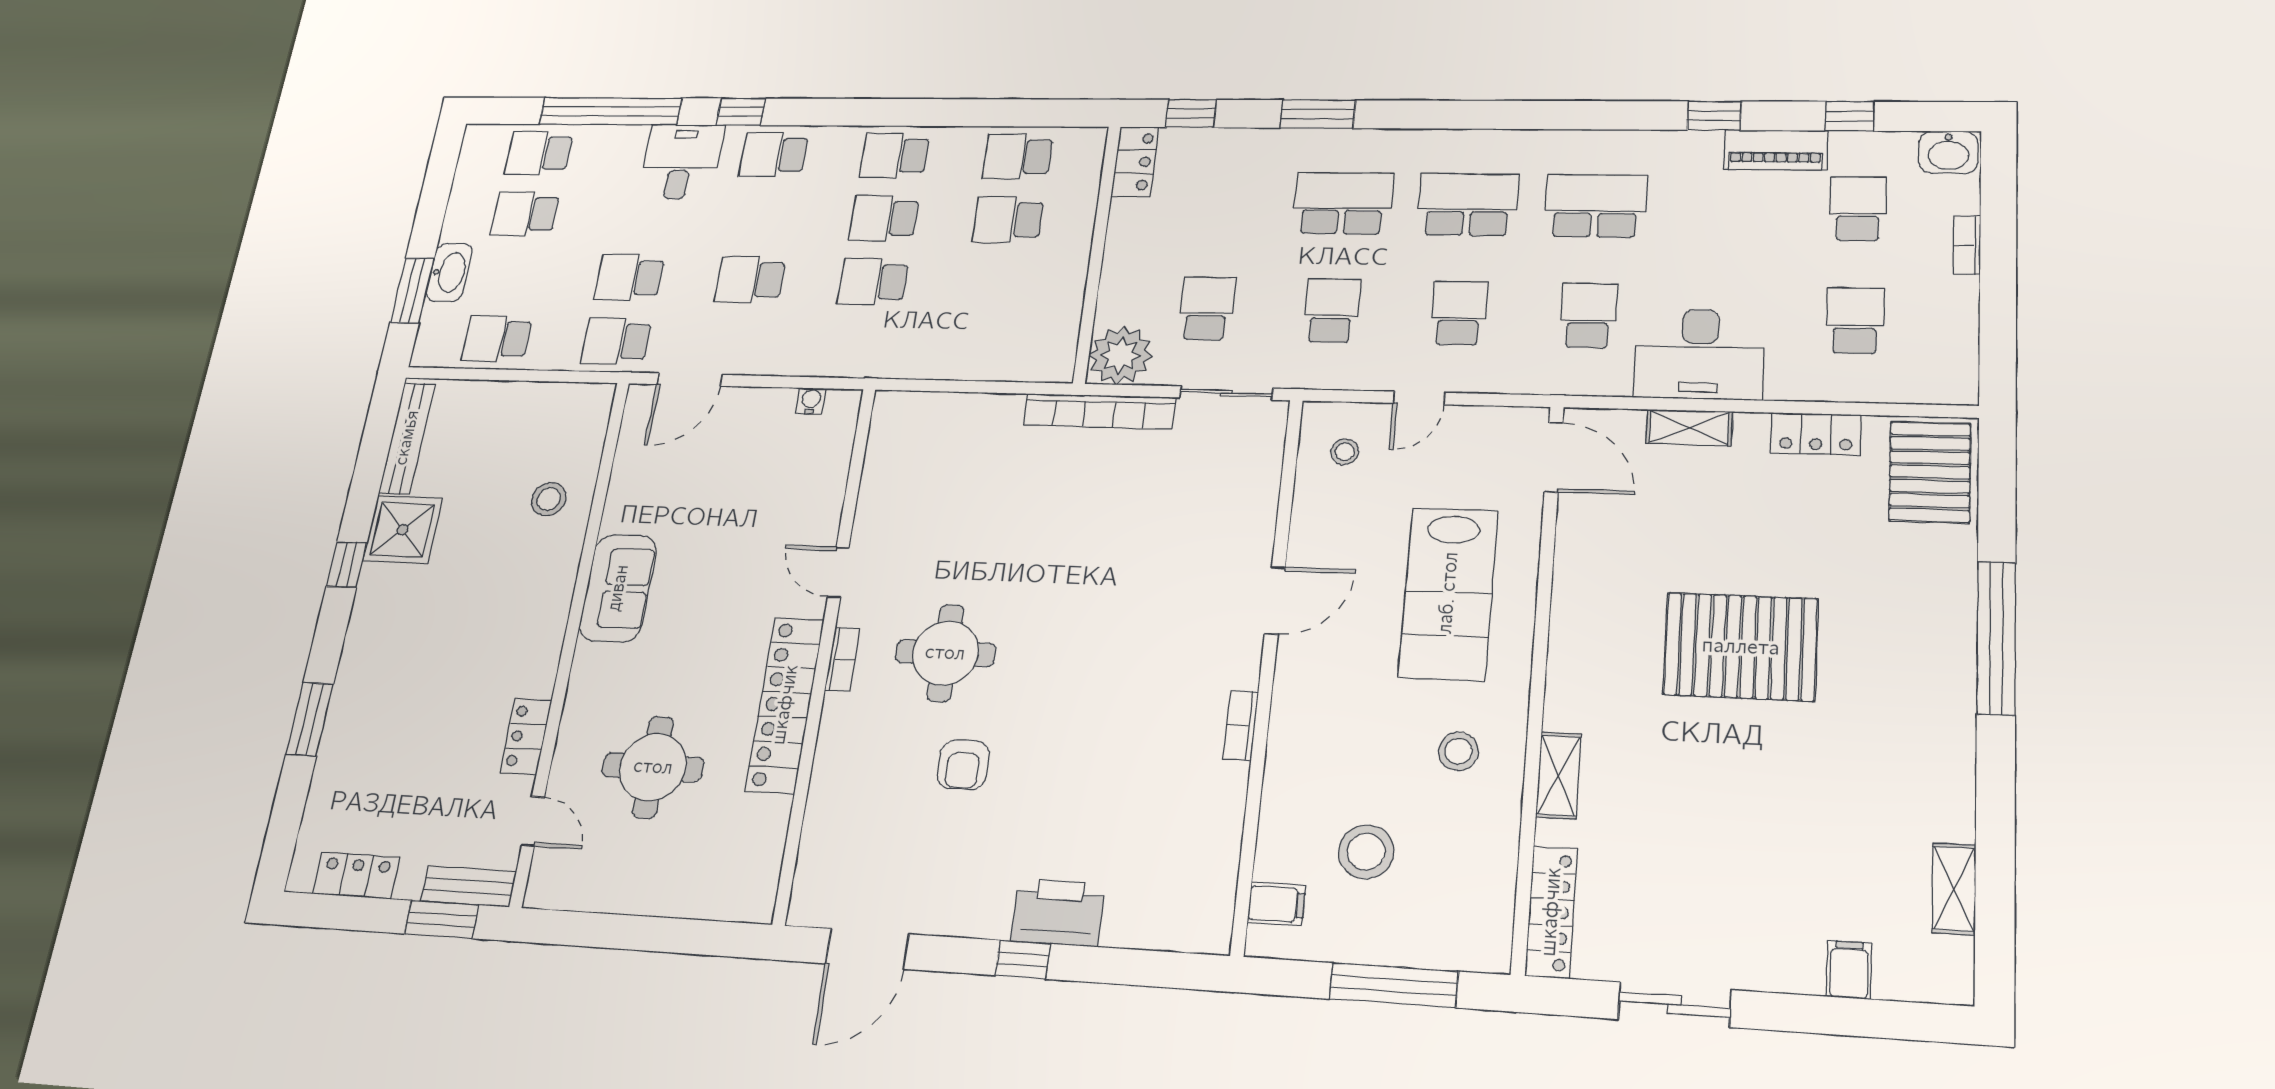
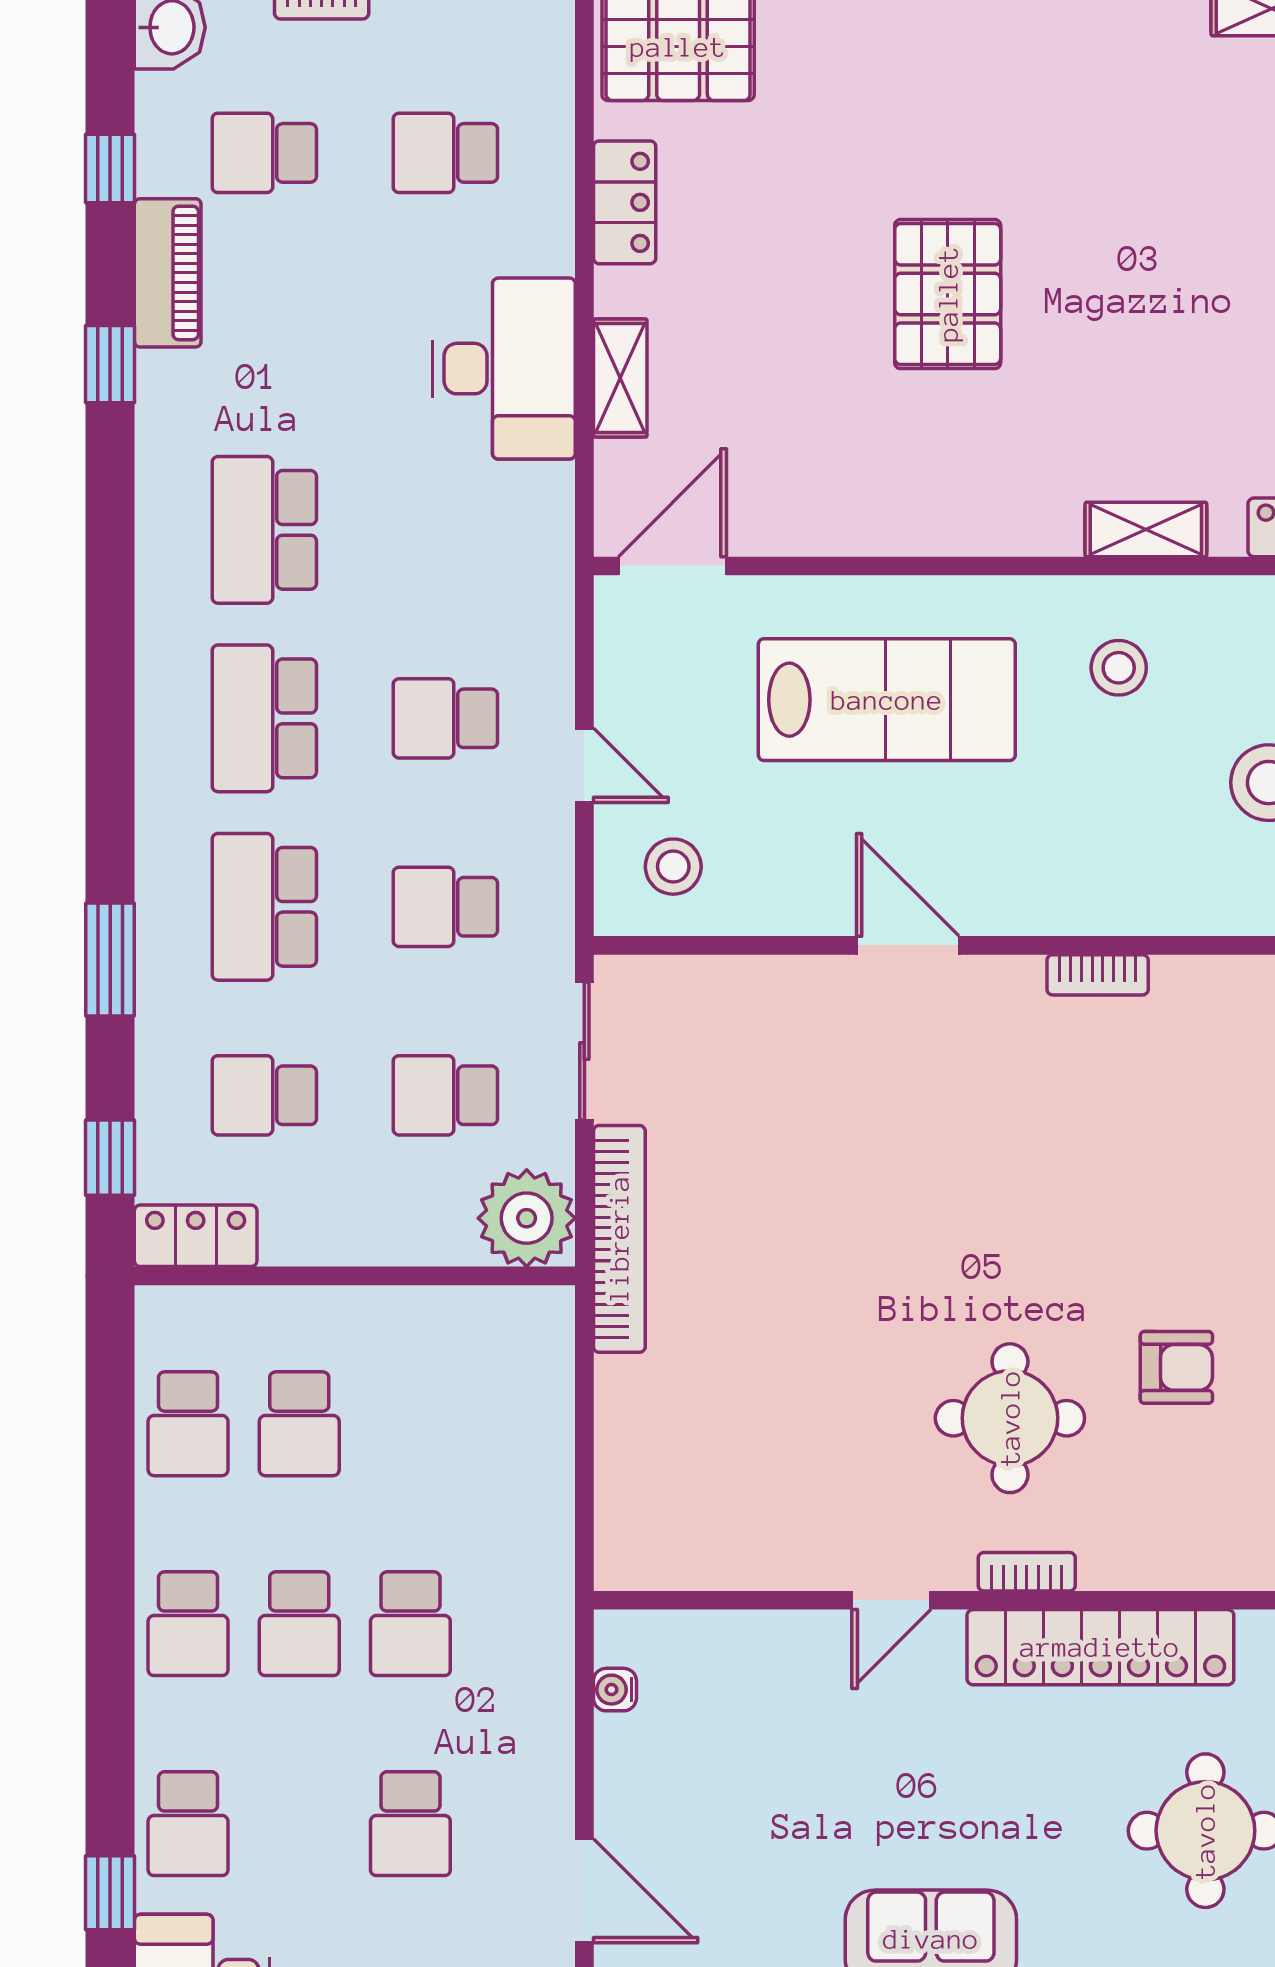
school desk: (1588, 315) -> (264, 1095), moved
stool: (1345, 452) -> (673, 867), width x1.37, depth x1.37
pallet: (1741, 647) -> (948, 294), width x0.73, depth x0.71

